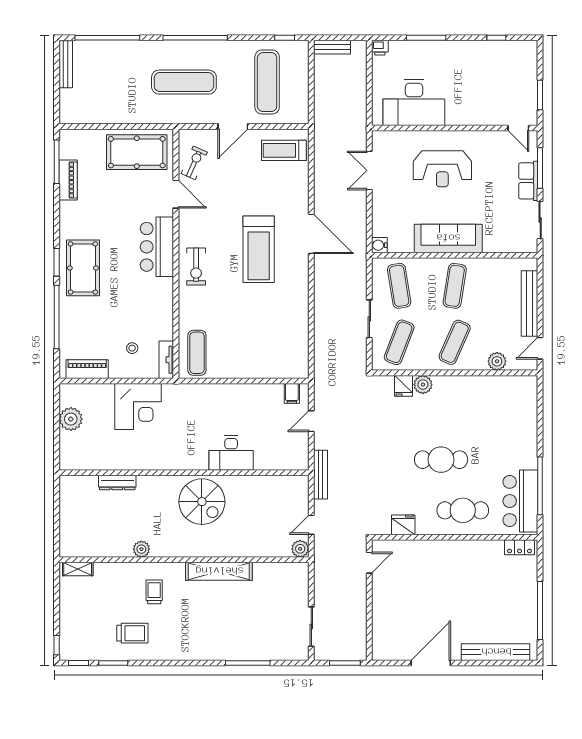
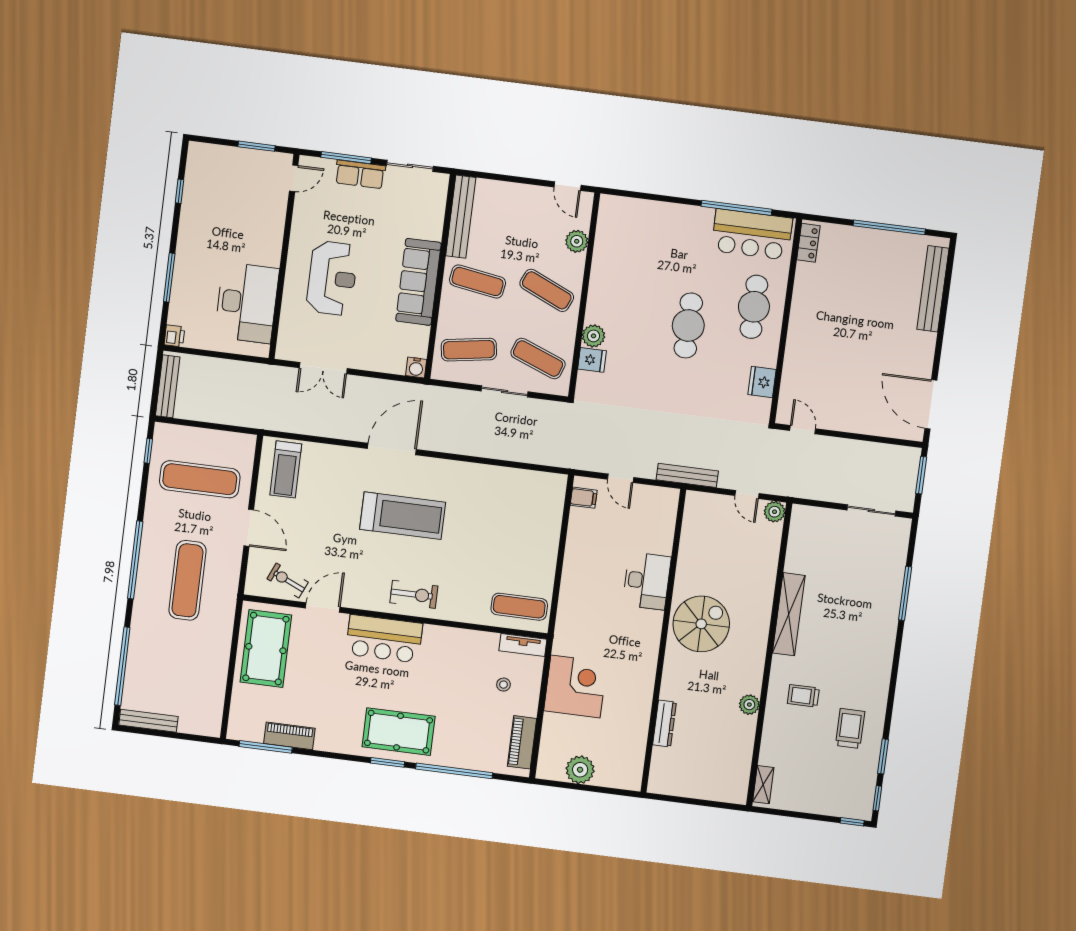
bench: (332, 47) -> (168, 386), width x1.36
bench: (529, 304) -> (461, 217), moved, turned 90
door: (431, 663) -> (931, 404), moved

